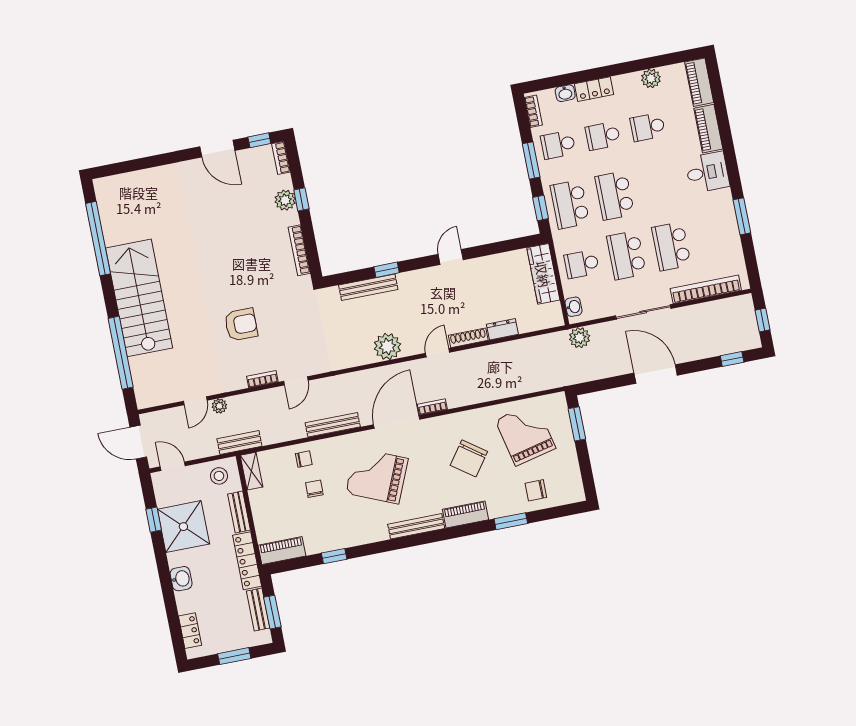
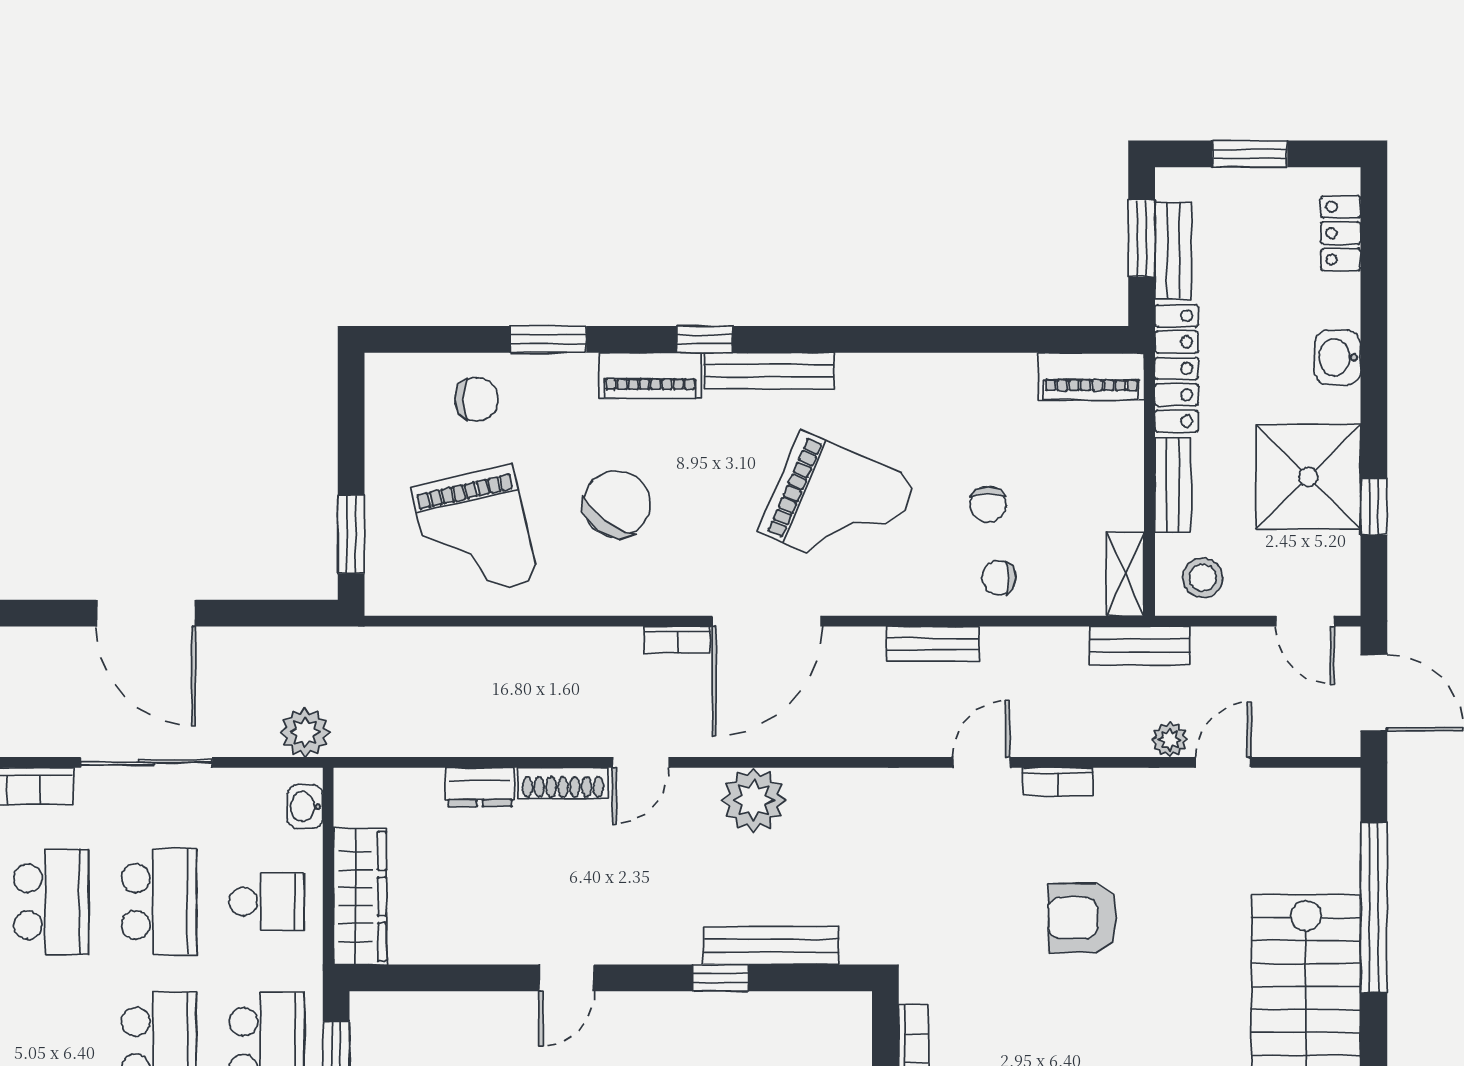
bench: (333, 425) -> (933, 644), width x0.73
window: (334, 556) -> (705, 339), moved

